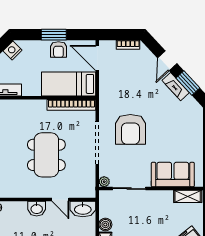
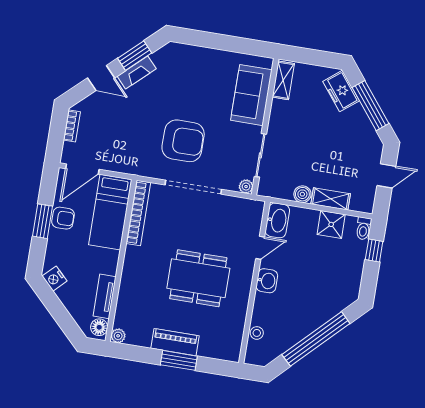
dining table: (46, 155) -> (198, 278), moved

